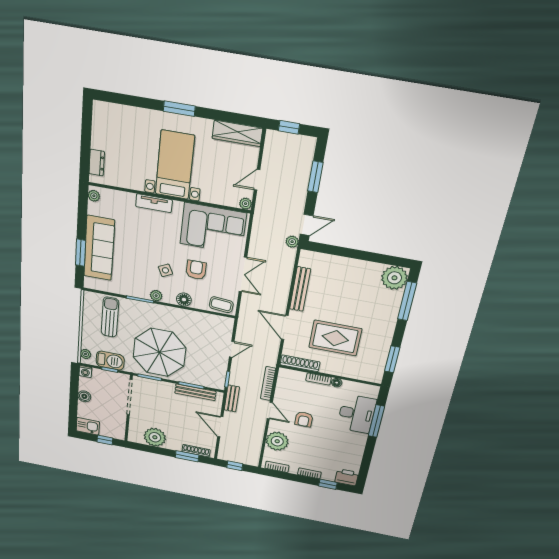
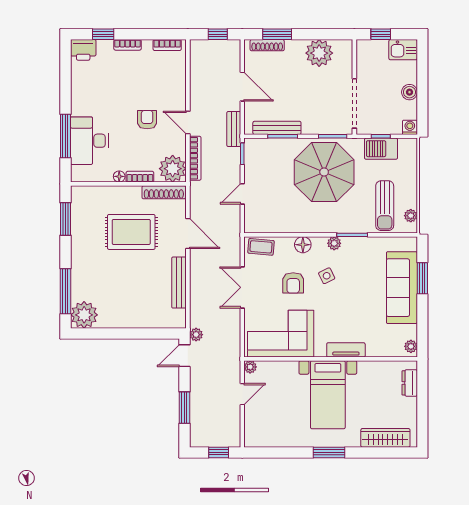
wardrobe: (237, 133) -> (385, 438), moved
plant: (86, 354) -> (411, 216), moved
plant: (277, 441) -> (173, 169), moved

